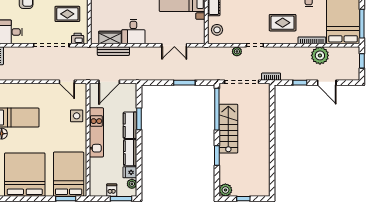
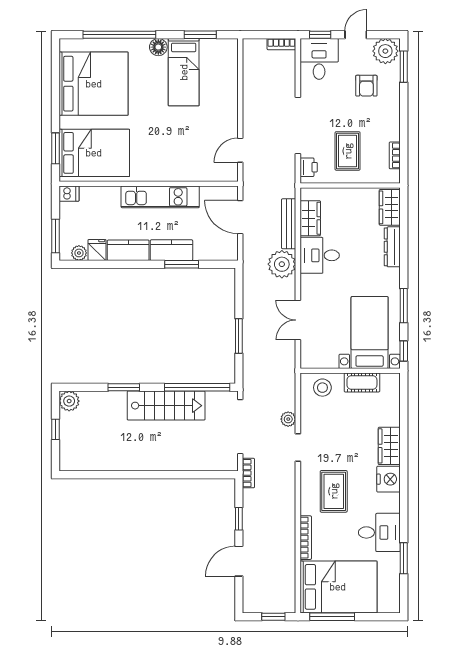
plant: (320, 55) -> (282, 264), moved
side table: (77, 116) -> (186, 166), removed
dishwasher: (112, 190) -> (69, 194), moved

